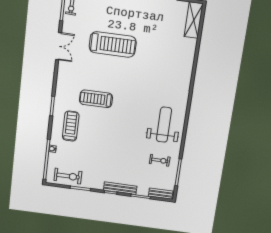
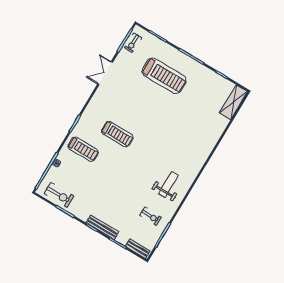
treadmill: (113, 44) -> (164, 76), moved
double door: (59, 46) -> (105, 73), swing flipped
treadmill: (96, 99) -> (117, 134), turned 180
weight bench: (164, 125) -> (168, 184), width x0.73, depth x0.75
treadmill: (71, 126) -> (83, 149), turned 90

